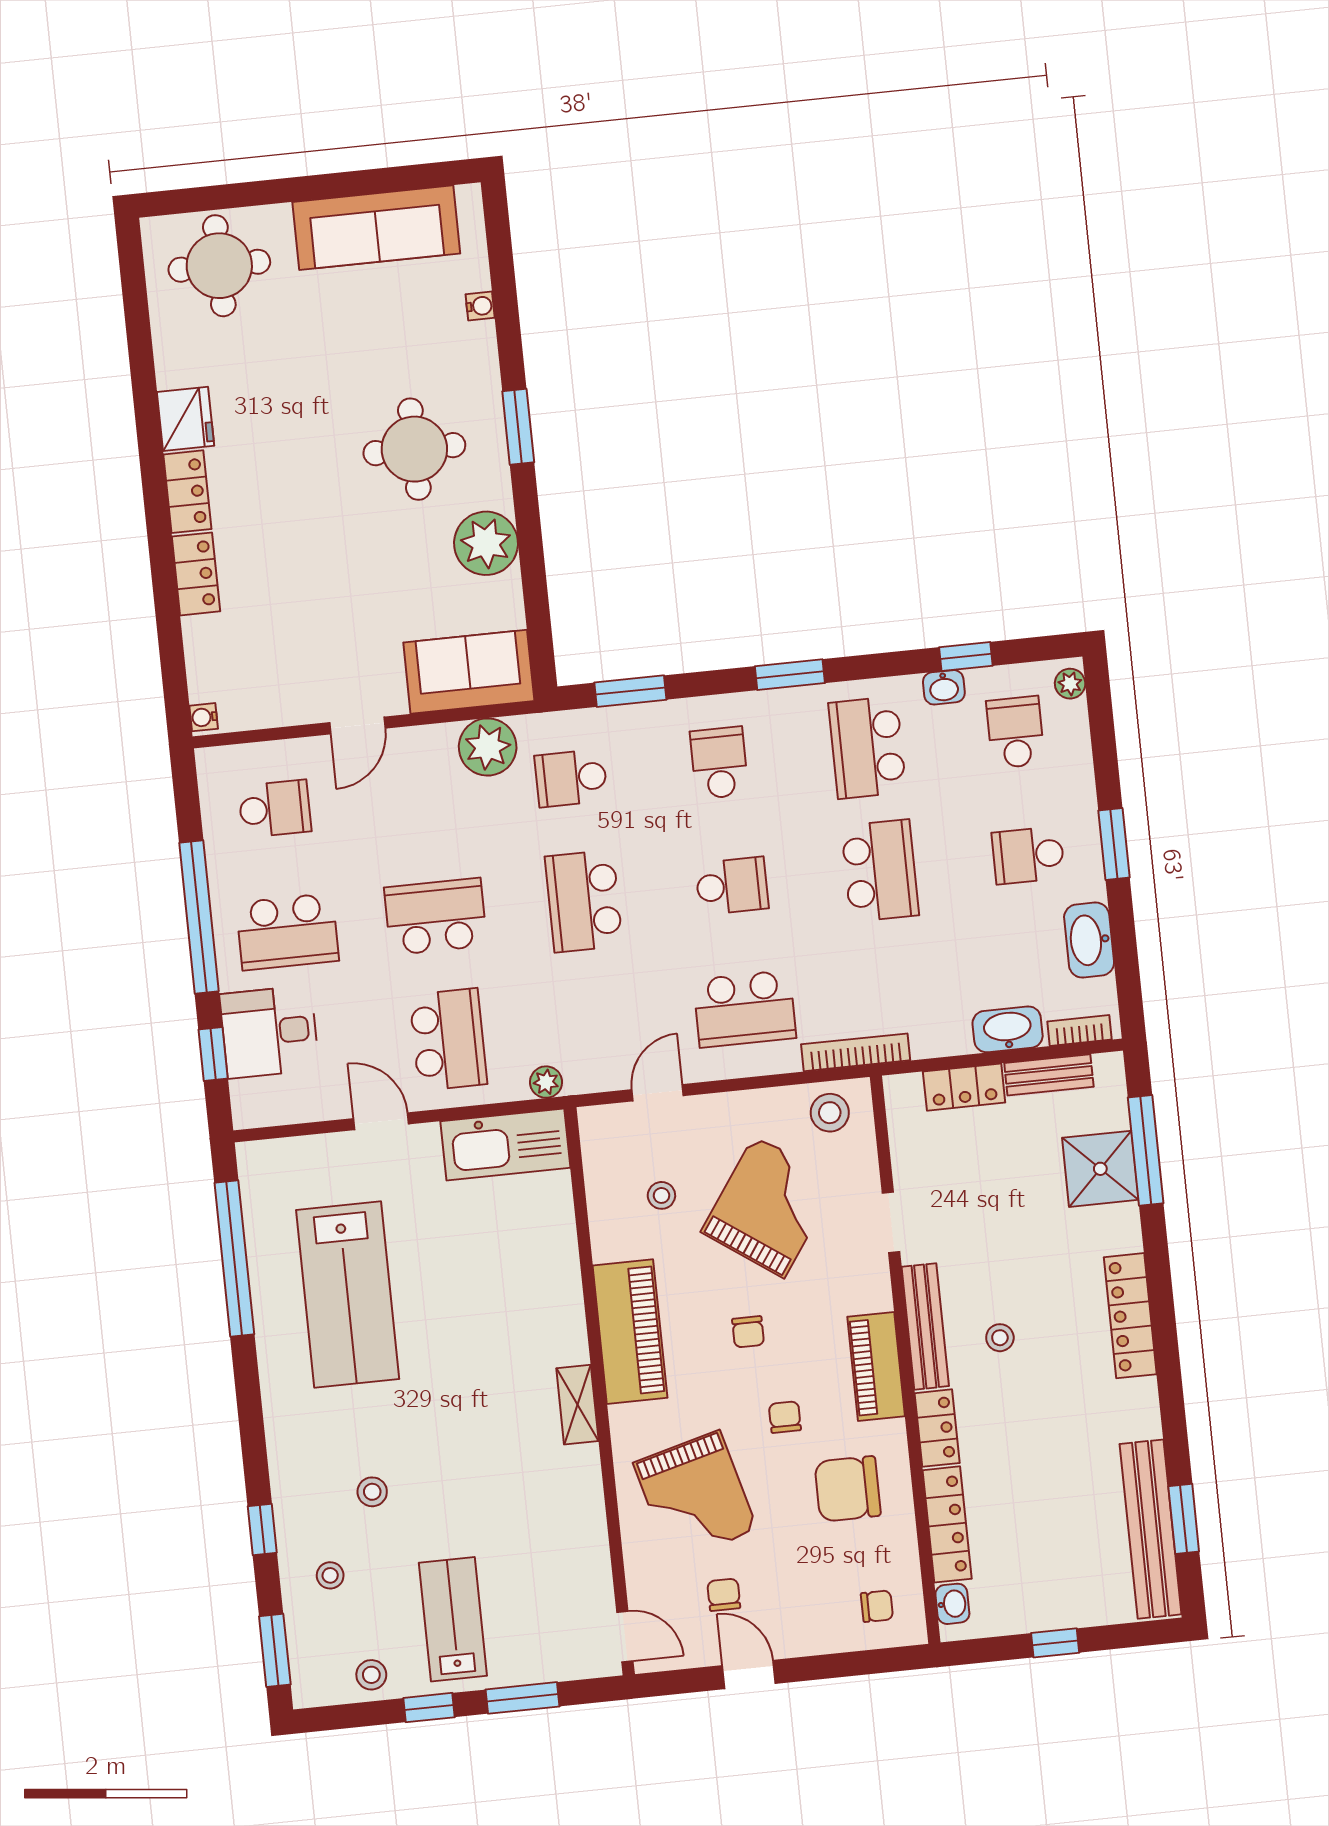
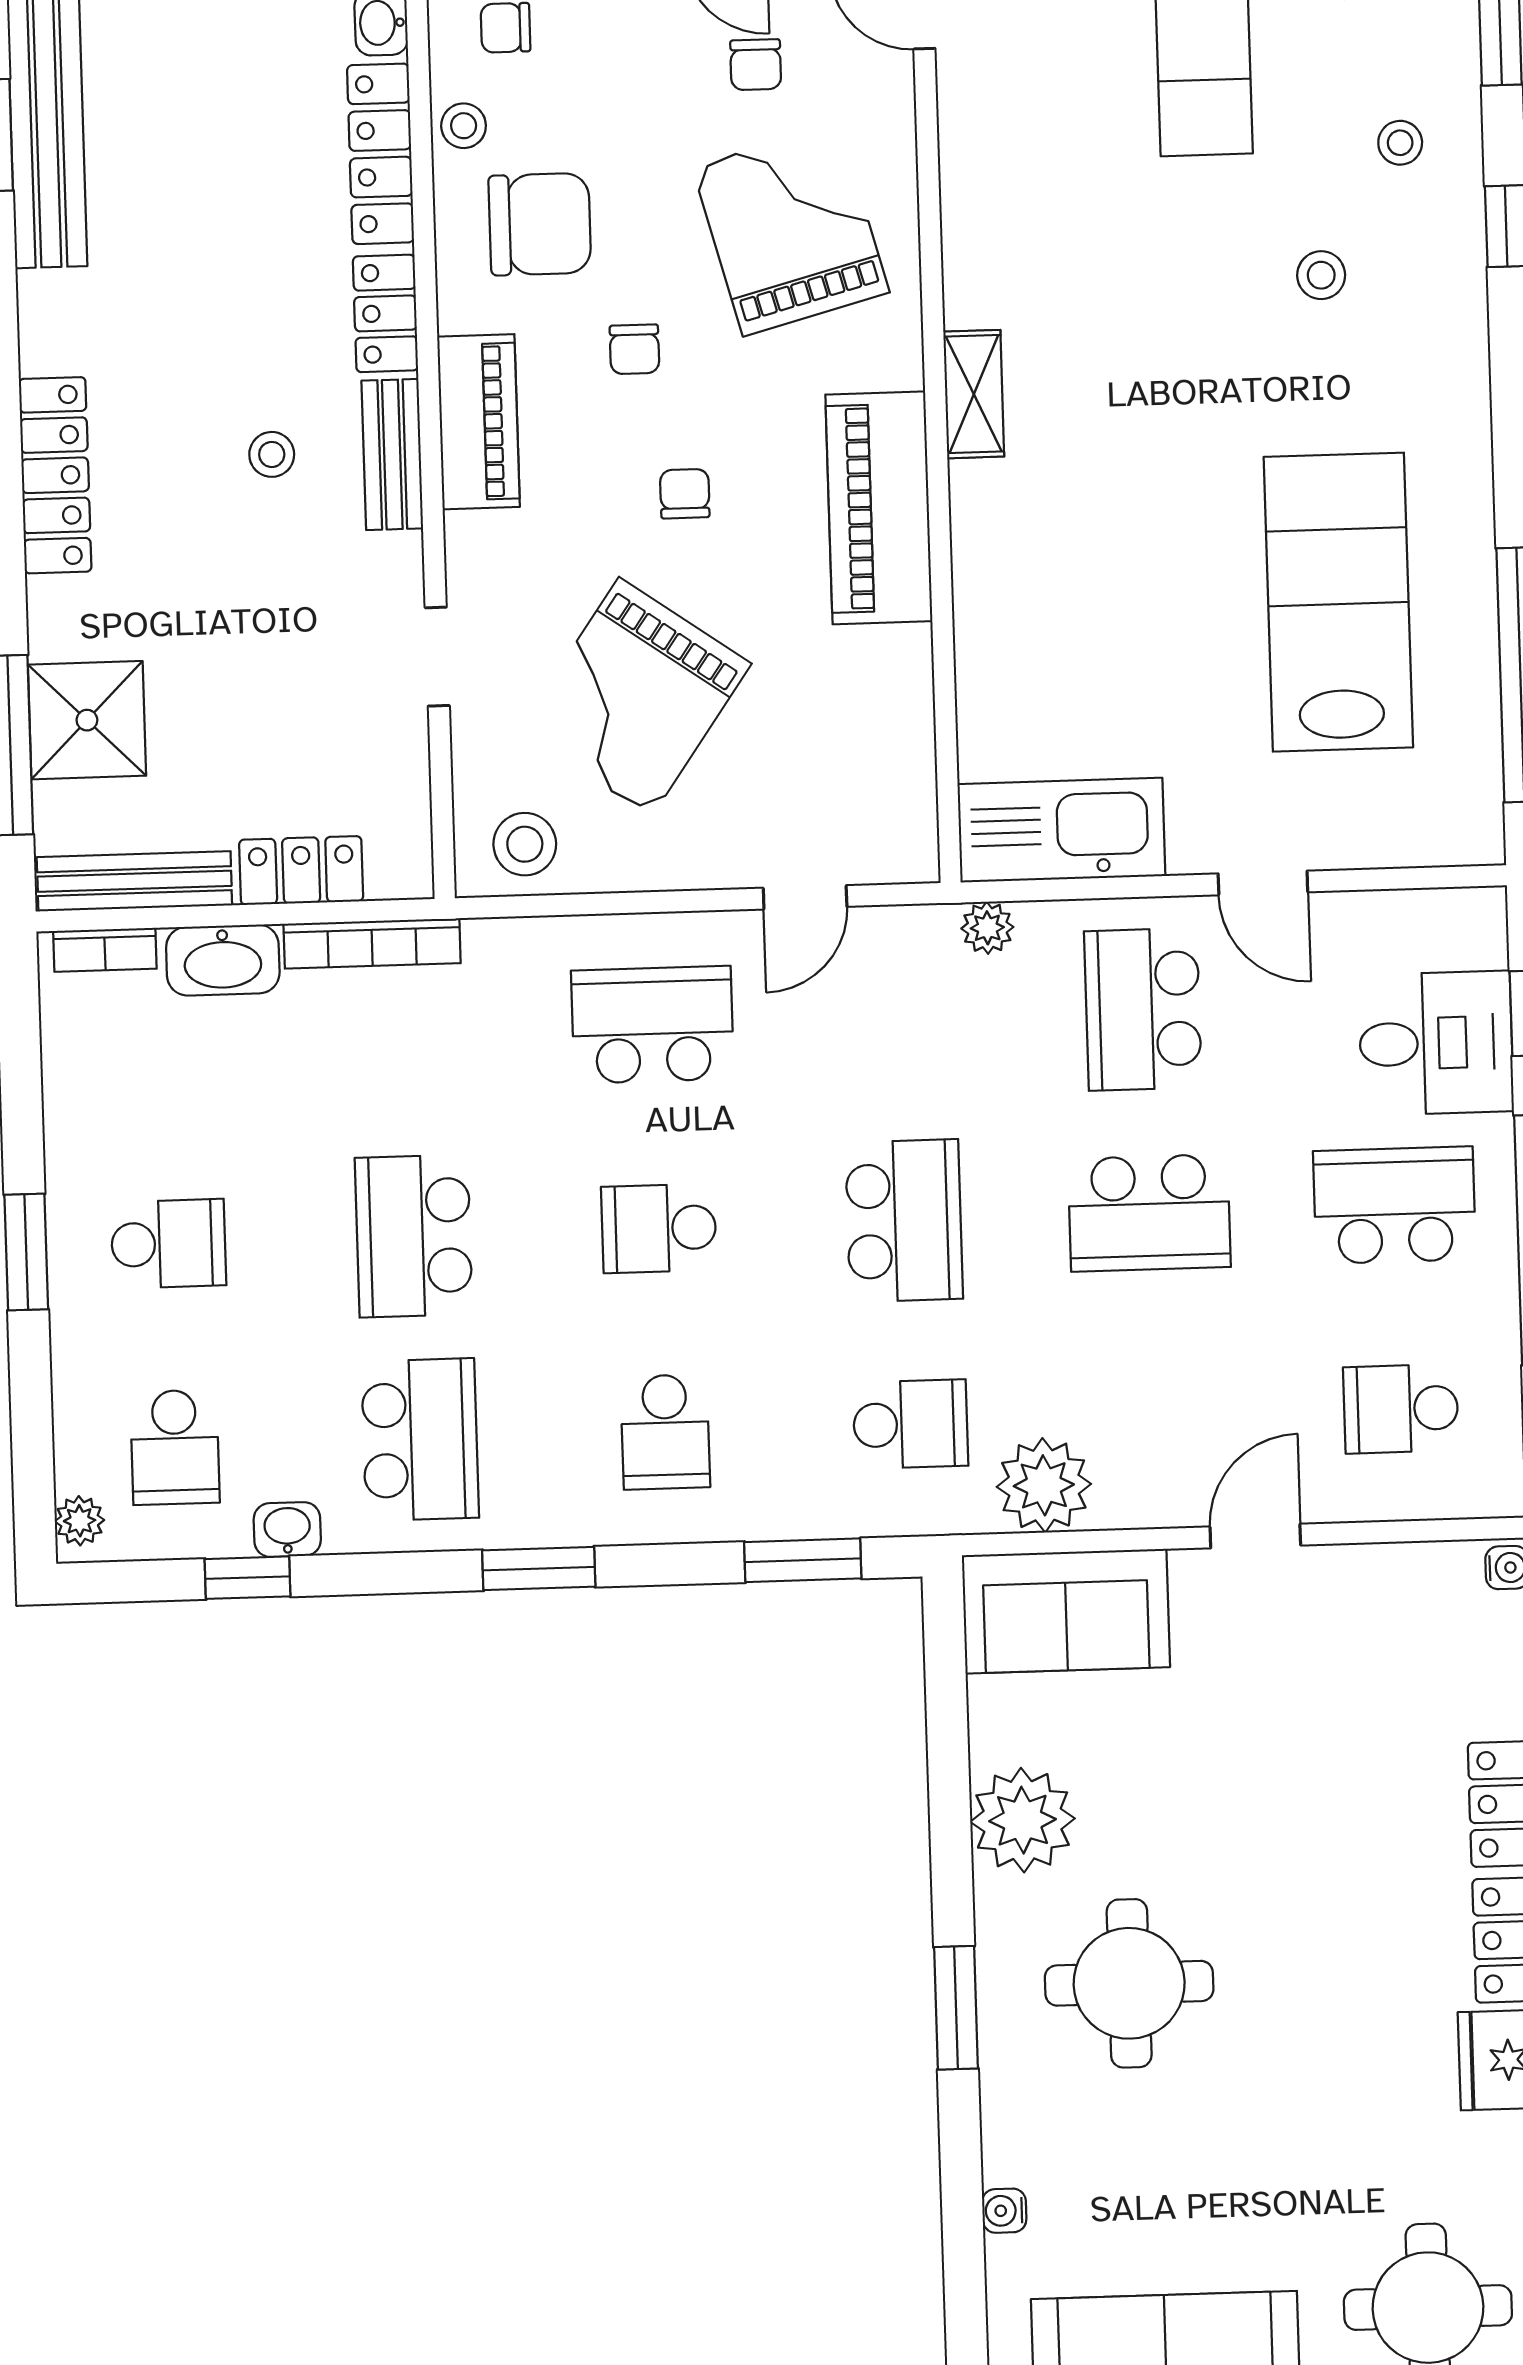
washbasin: (1089, 940) -> (78, 1097), removed
bookcase: (856, 1052) -> (372, 943), moved
bench: (1049, 1075) -> (134, 881), width x1.36
stool: (661, 1195) -> (464, 126), moved
bench: (925, 1326) -> (392, 455), width x0.73

